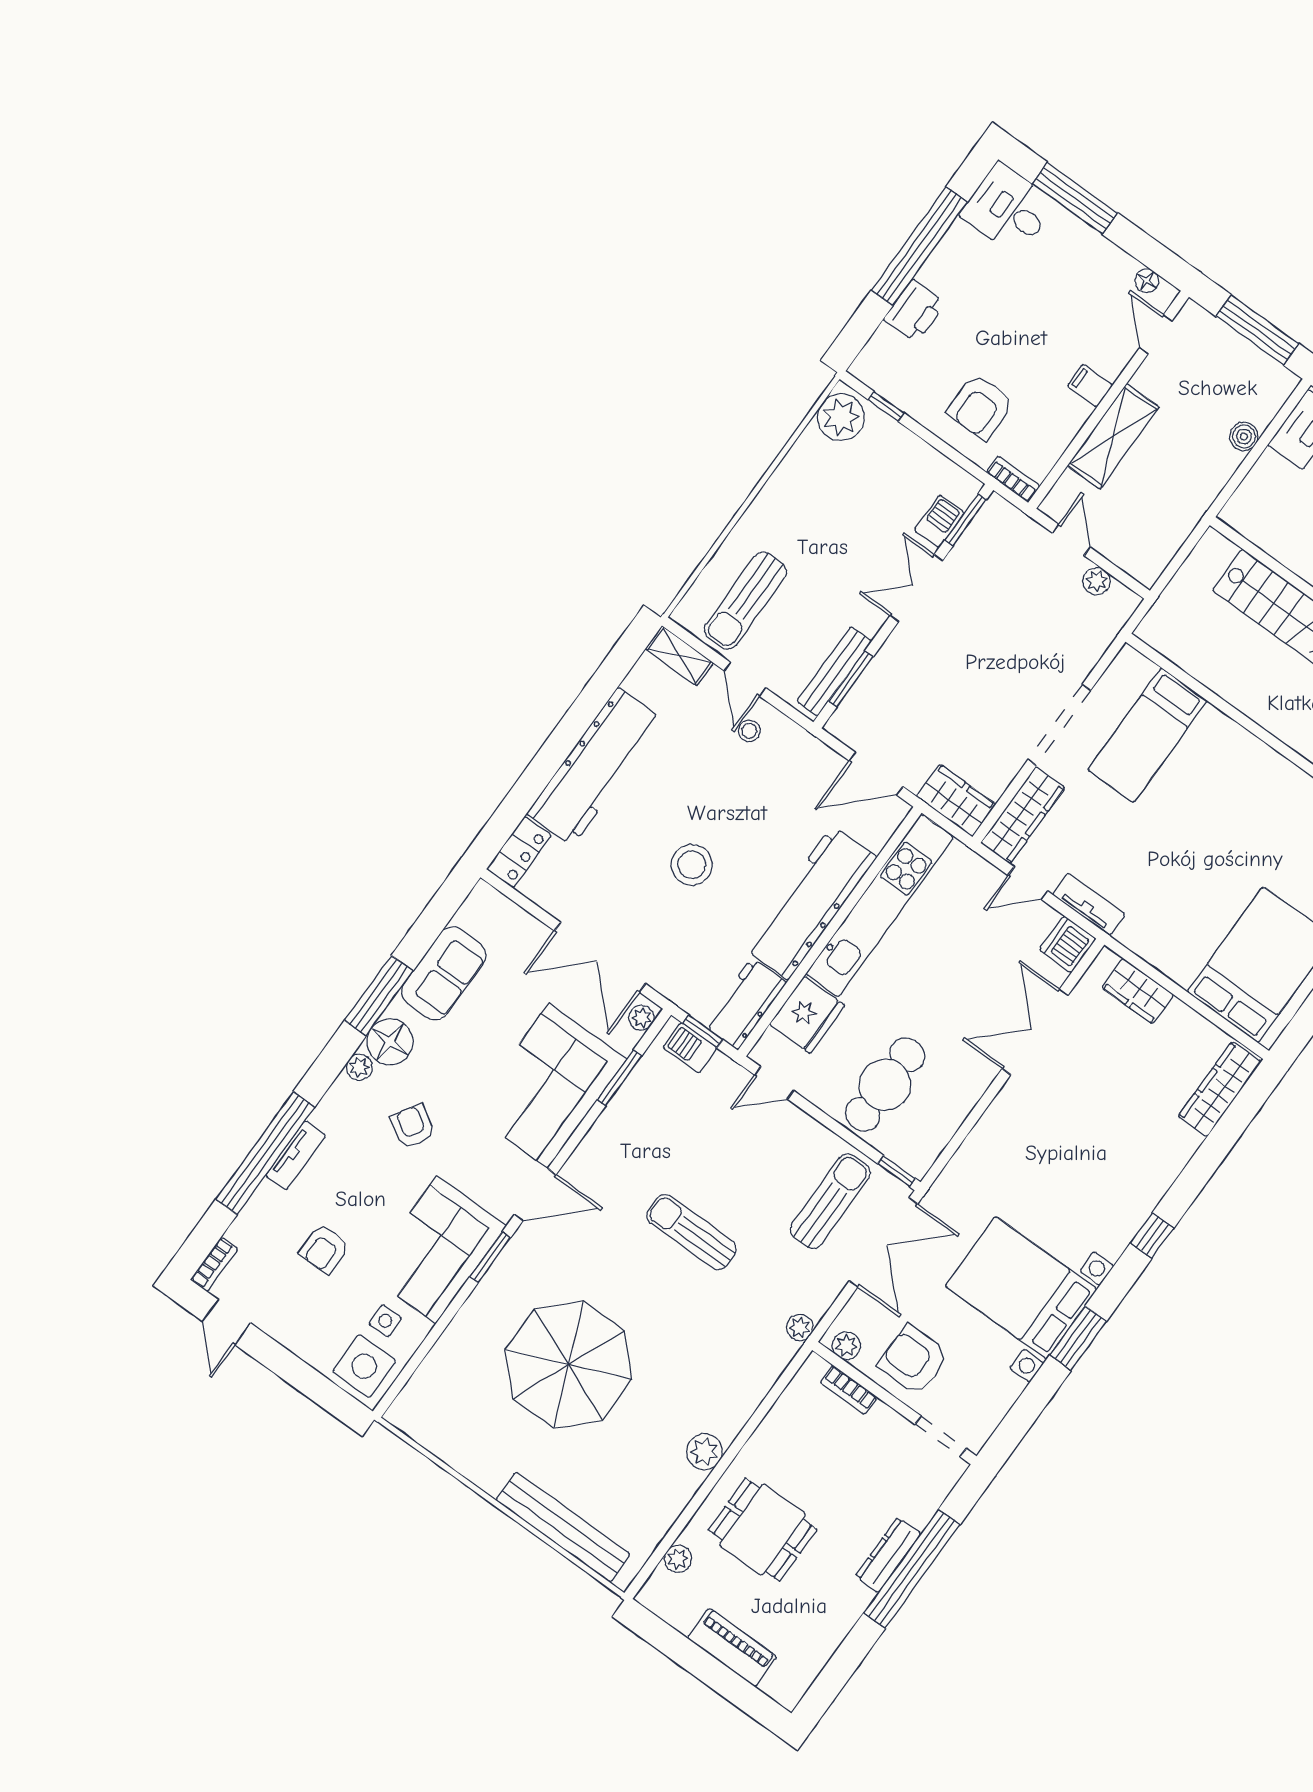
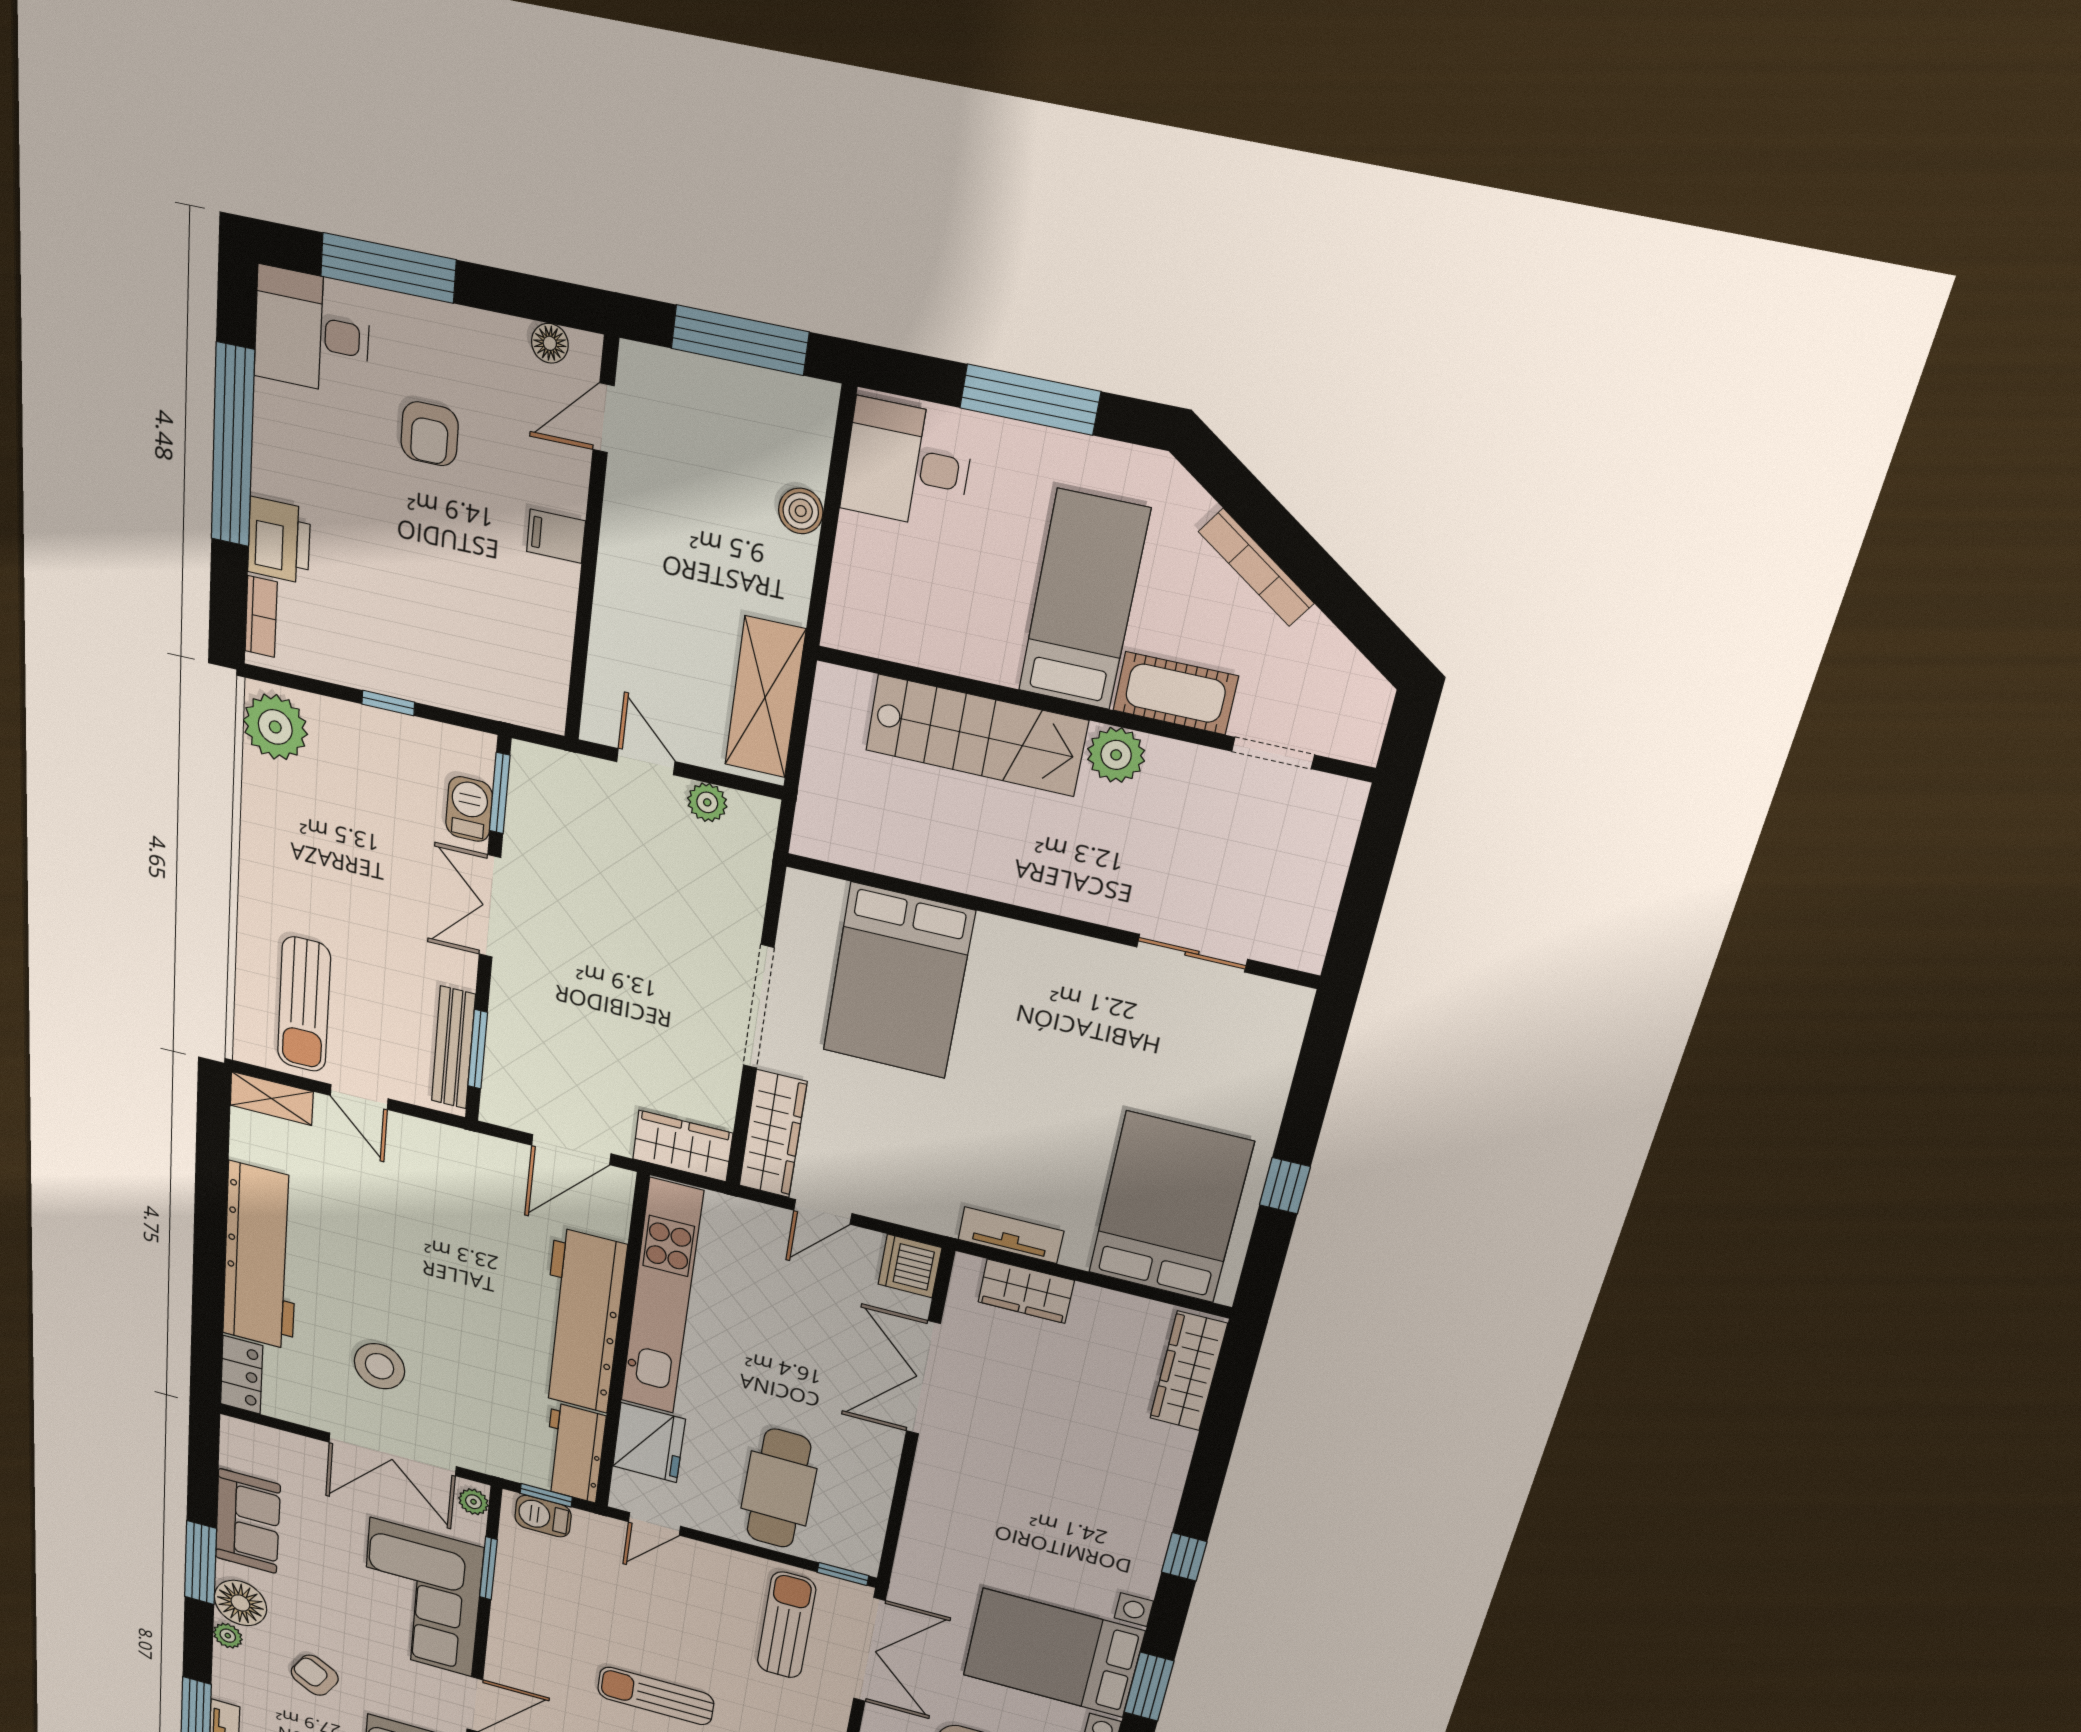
door: (1156, 334) -> (604, 418), hinge flipped
window: (886, 406) -> (388, 703), moved
armchair: (980, 407) -> (430, 434), moved, width x0.72, depth x0.72
shelving: (1113, 436) -> (765, 697), moved
bookcase: (1013, 479) -> (261, 617), moved, turned 90
stool: (749, 731) -> (400, 1154), removed
bed: (1147, 735) -> (898, 981), width x1.50
stool: (692, 865) -> (379, 1366), moved
tv unit: (1089, 904) -> (1011, 1235), moved

